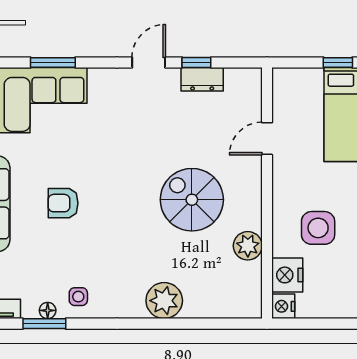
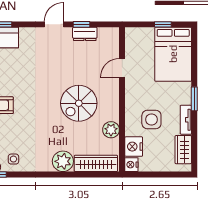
spiral stairs: (192, 200) -> (79, 103), turned -90
wardrobe: (222, 304) -> (96, 163), added

